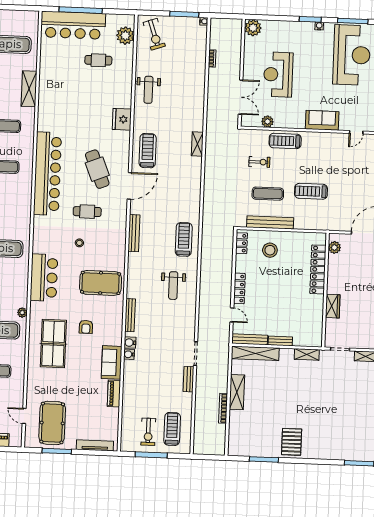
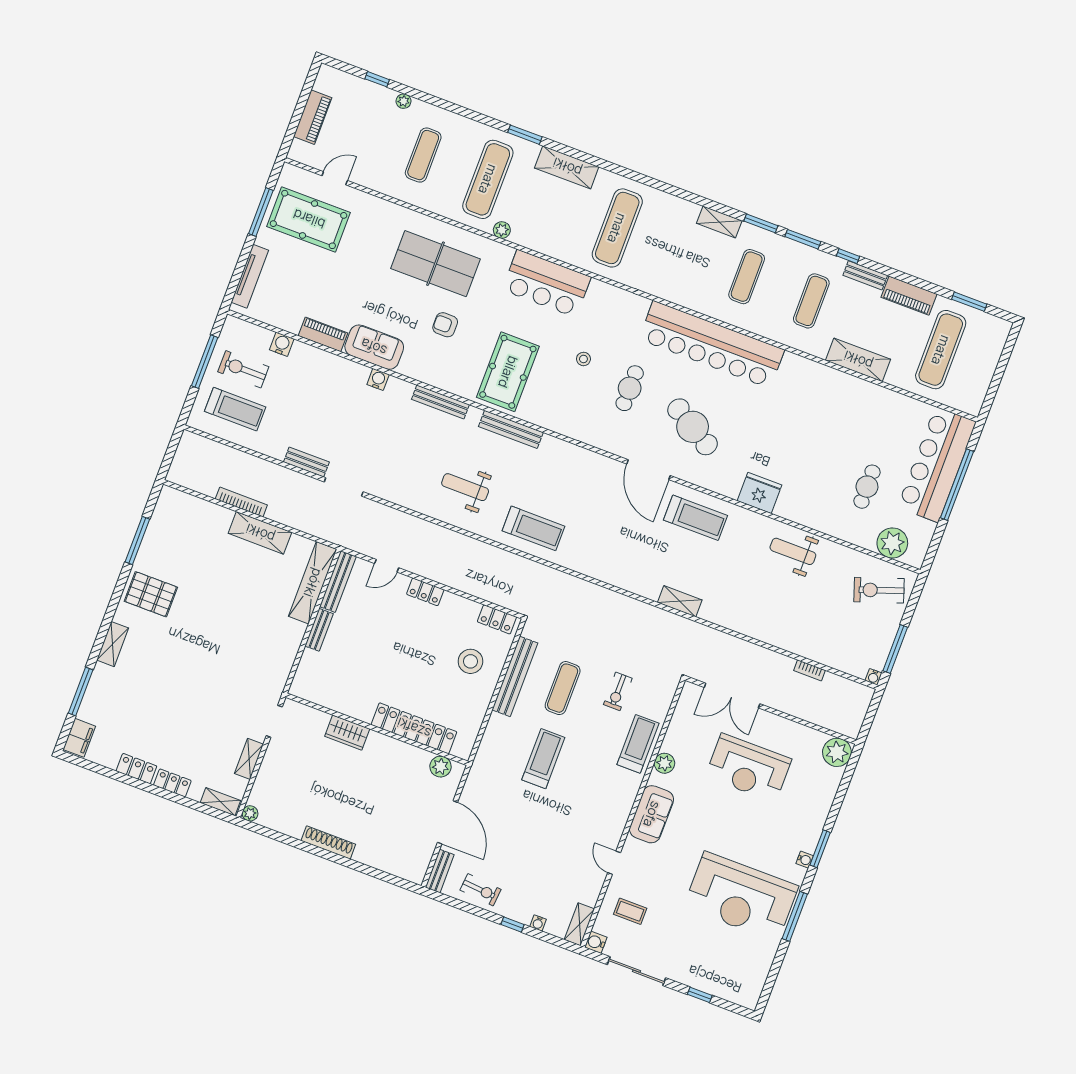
reception desk: (278, 75) -> (748, 768), turned 180
plant: (267, 122) -> (664, 763), moved
cafe table: (97, 169) -> (693, 427), turned 53
bench: (134, 233) -> (511, 429), moved
locker: (239, 288) -> (425, 592), width x0.66
water cooler: (130, 343) -> (282, 344), moved
shelving: (307, 354) -> (113, 644), moved

